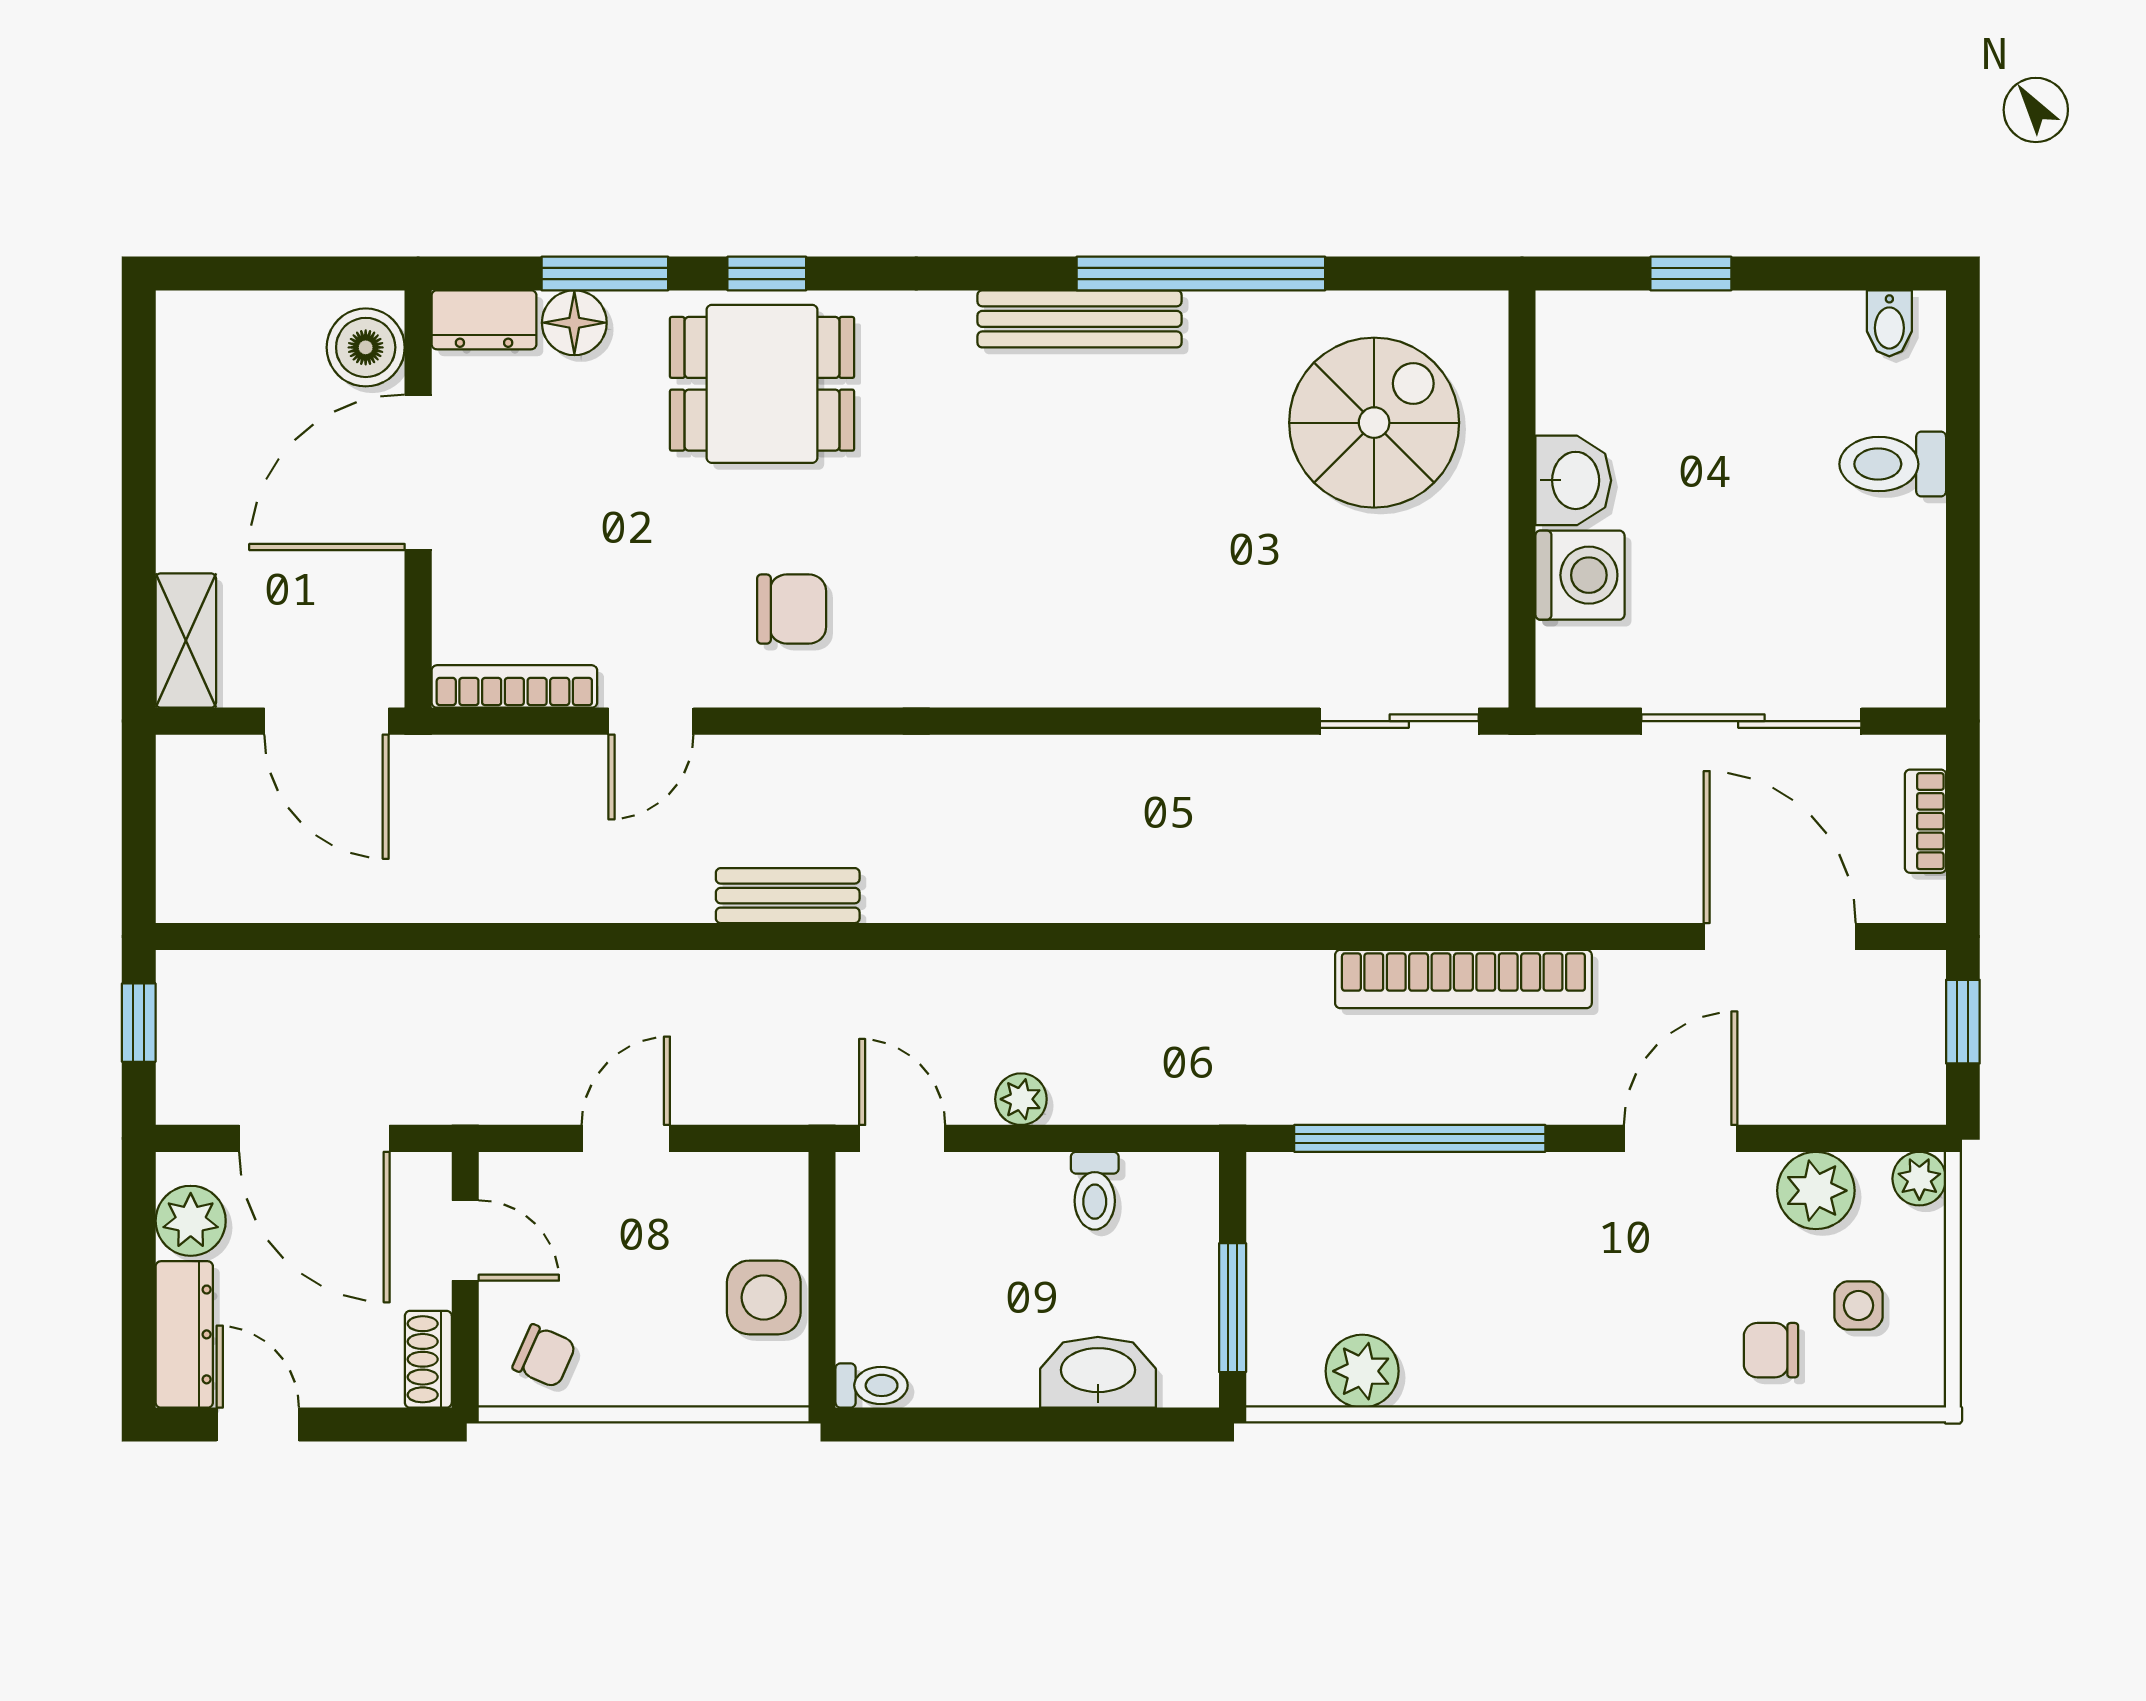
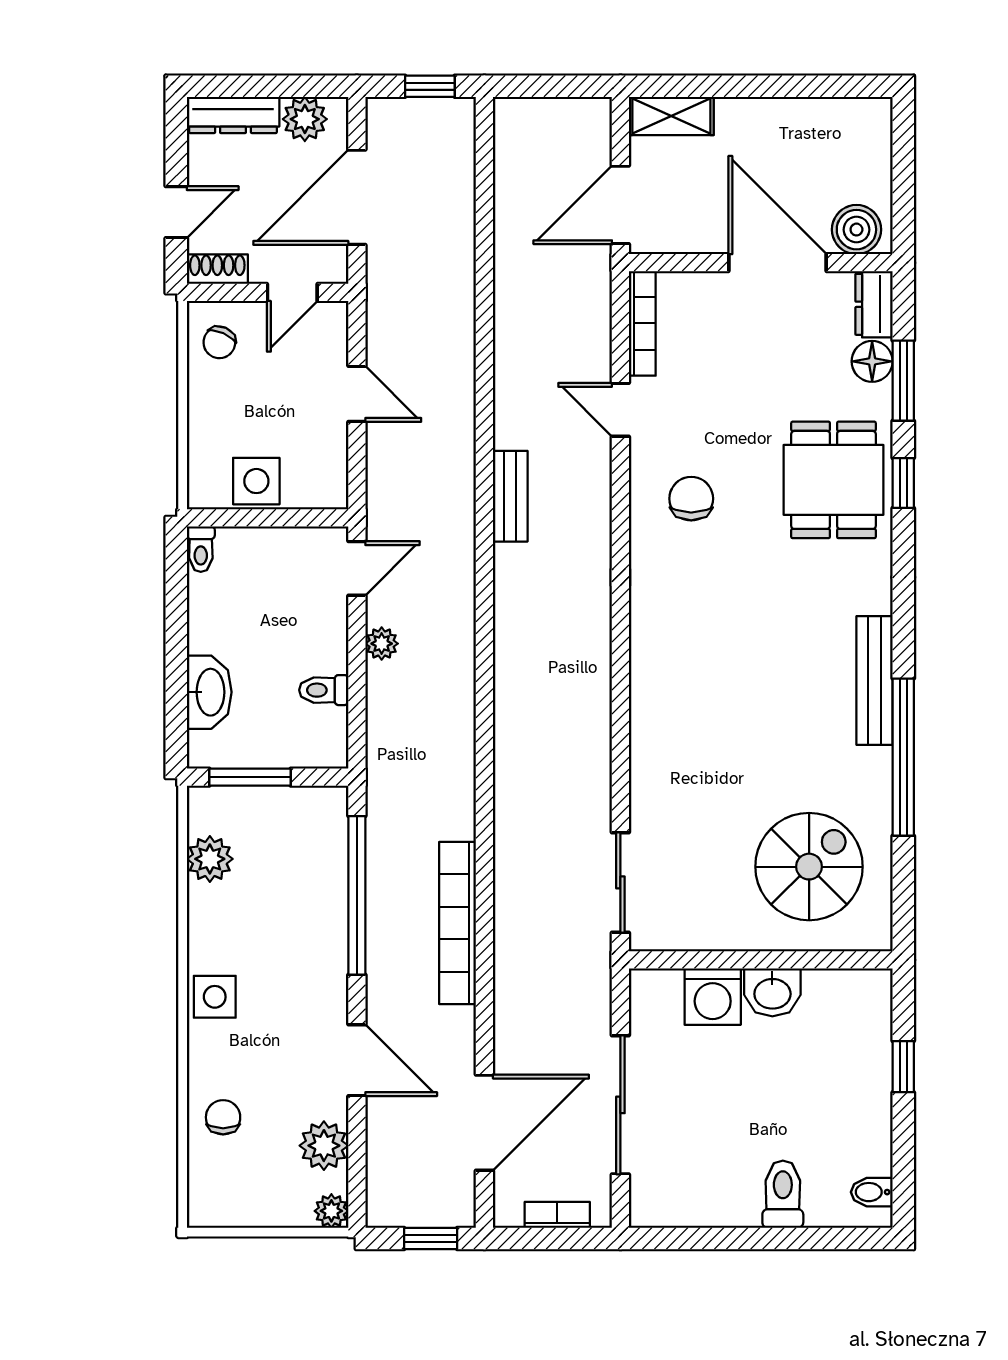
spiral stairs: (1374, 423) -> (809, 867), turned -90
chair: (792, 609) -> (691, 499), turned 180
side table: (1859, 1305) -> (215, 997), moved, width x1.37, depth x1.37
door: (258, 1424) -> (176, 212), moved

